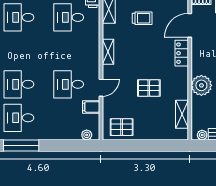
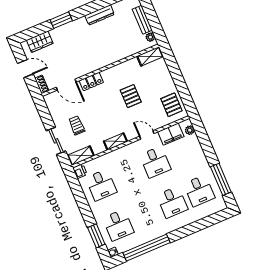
plant: (201, 85) -> (111, 55), removed
filing cabinet: (91, 107) -> (171, 134), width x2.00
shelving: (182, 114) -> (150, 56), moved

